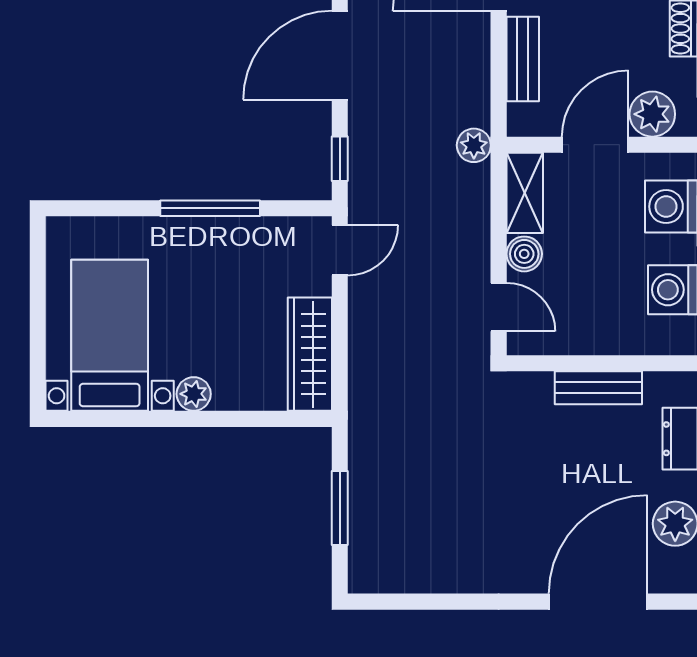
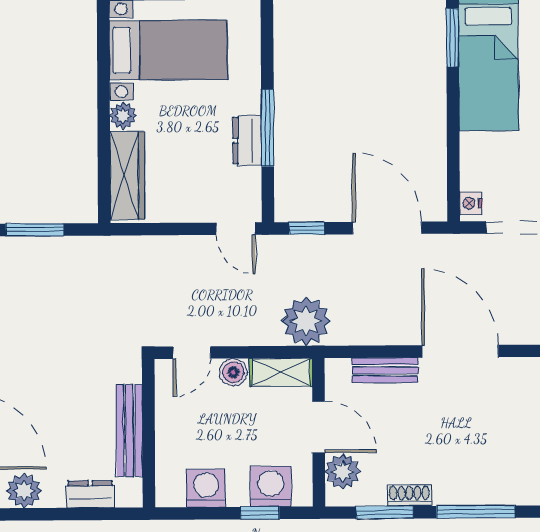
plant: (474, 145) -> (306, 321), width x1.88, depth x1.88
dresser: (226, 235) -> (247, 140), added
wardrobe: (310, 354) -> (127, 175), moved, turned 90
bench: (598, 388) -> (129, 431), width x1.36

